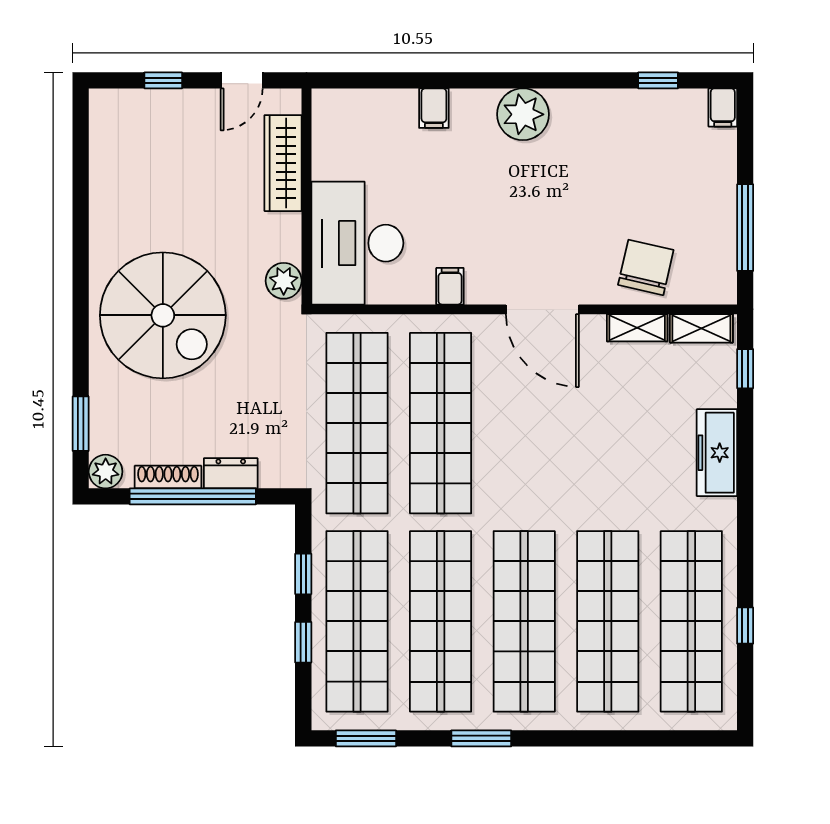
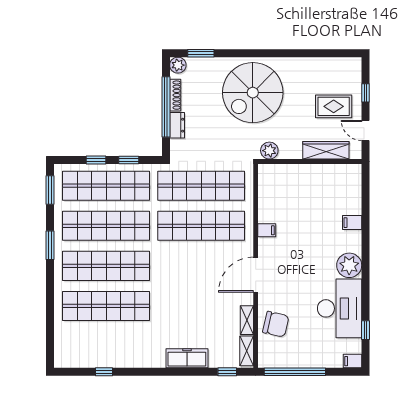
rug: (191, 147) -> (334, 106), added
window: (745, 228) -> (295, 372), width x1.46
desk: (357, 243) -> (340, 308), moved, turned 90
shop shelf: (691, 621) -> (106, 346), removed

